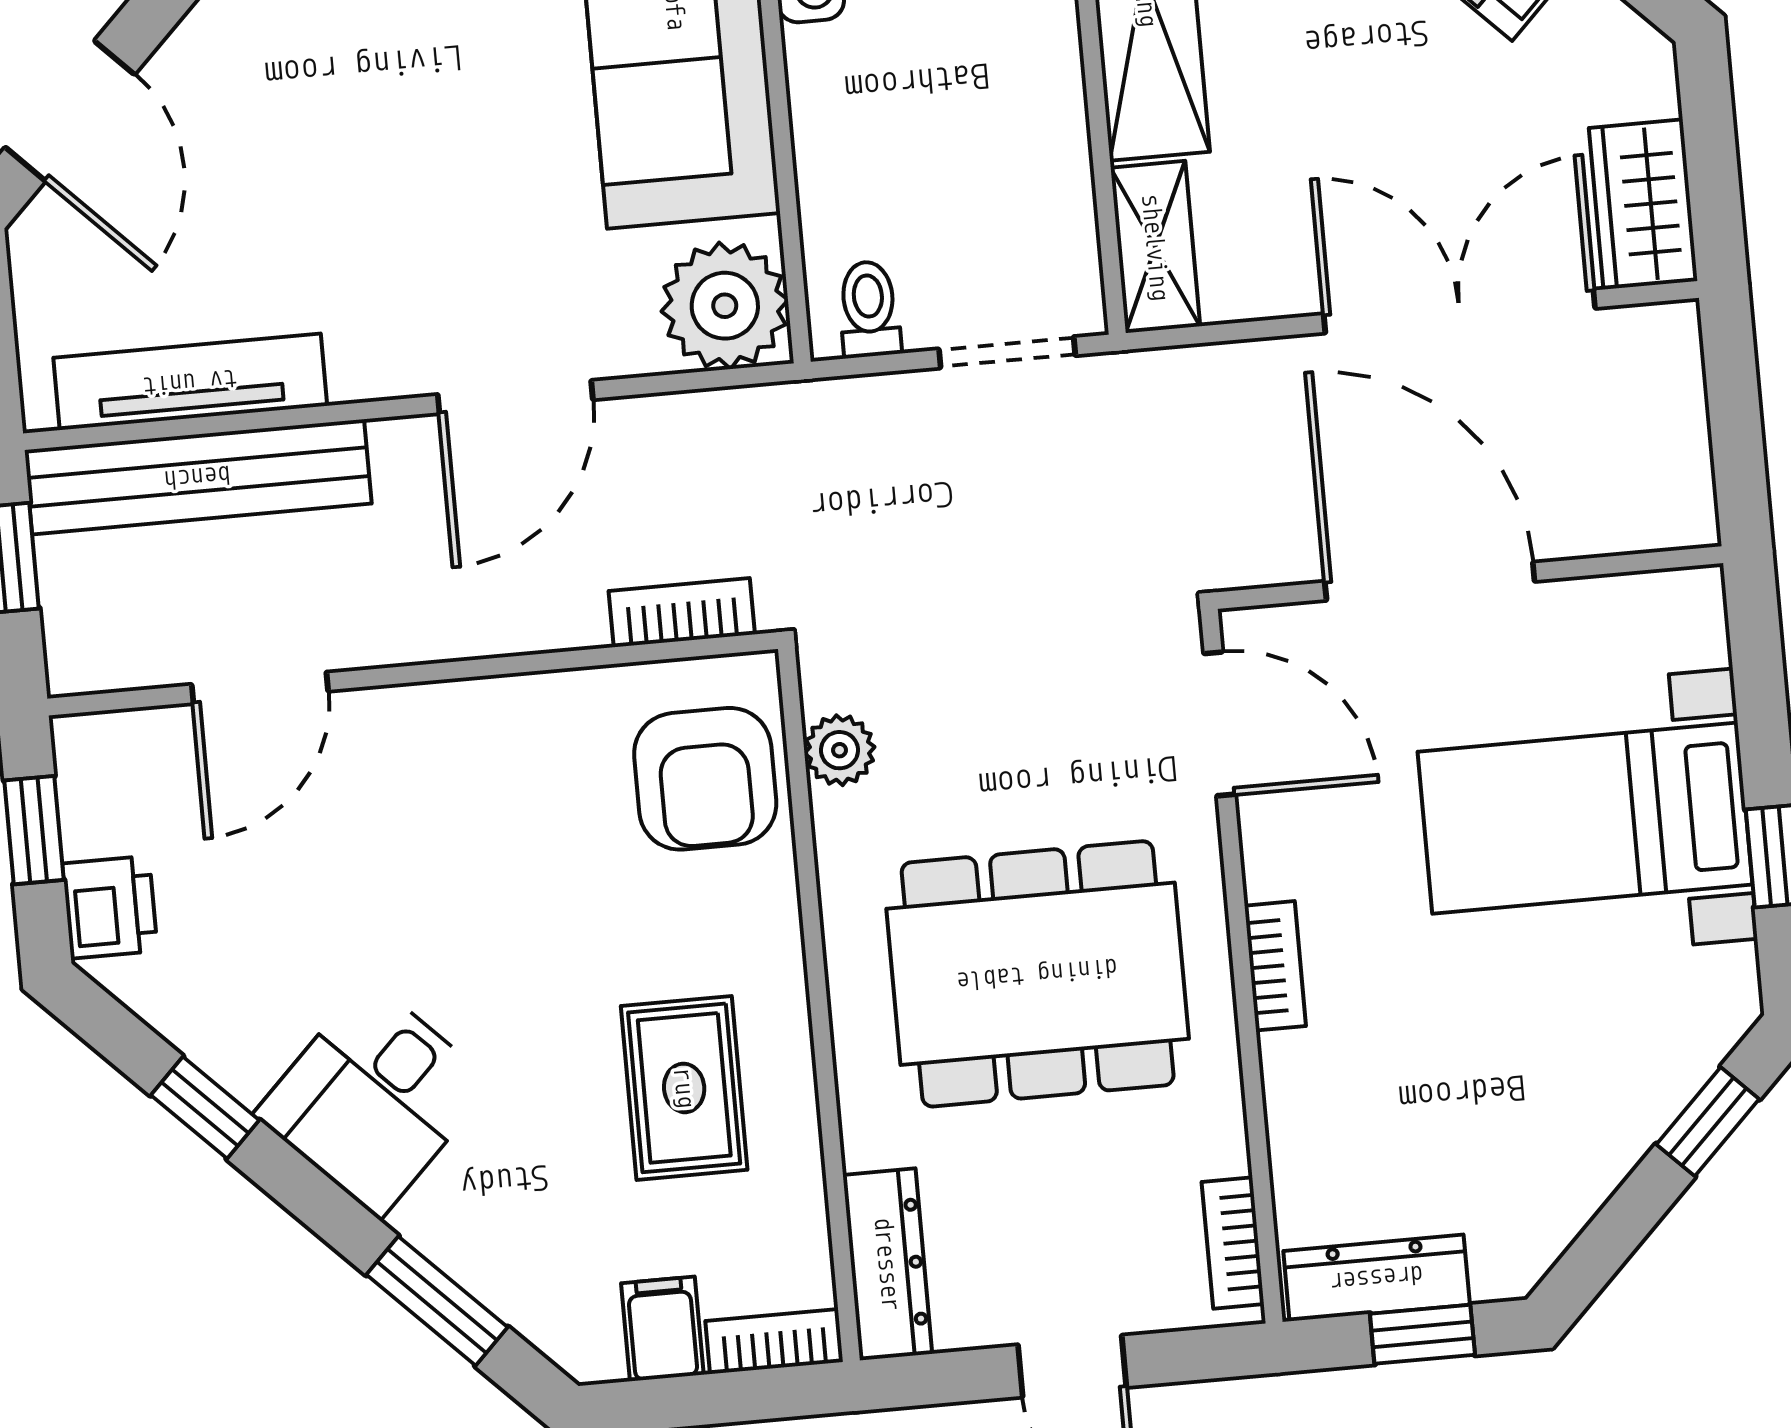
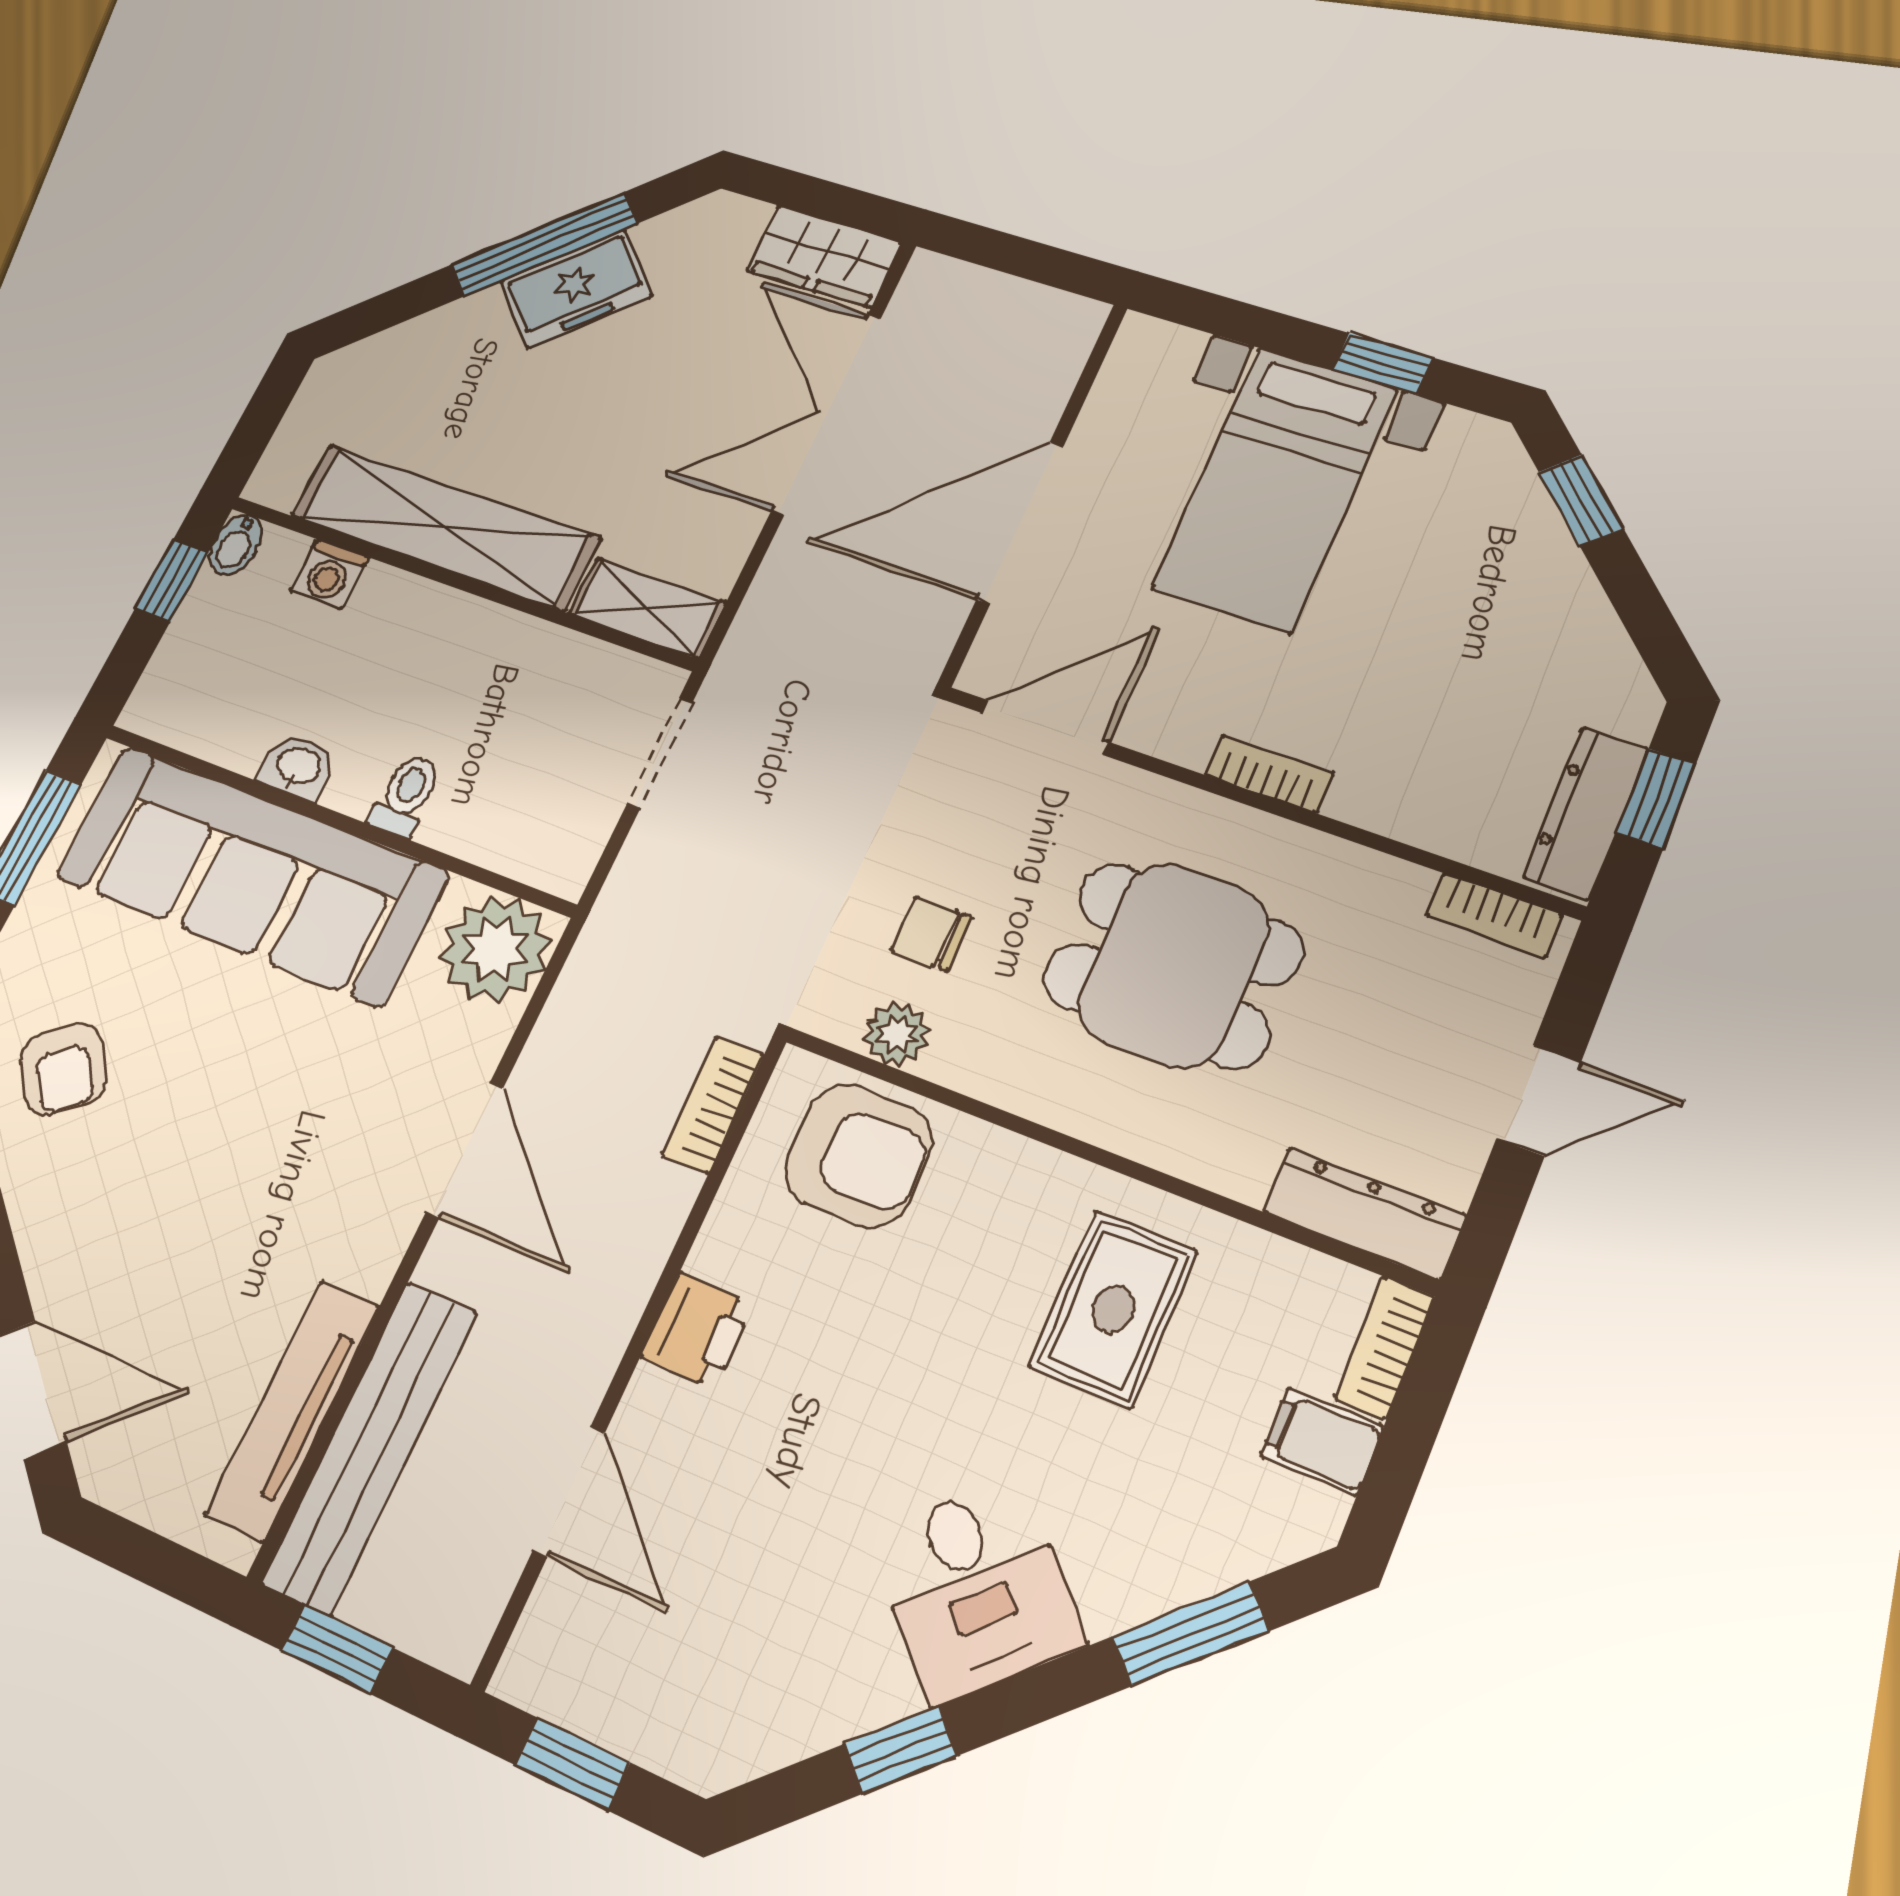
toilet: (869, 309) -> (406, 795), moved, turned 90
chair: (955, 729) -> (932, 934), added
printer: (110, 907) -> (697, 1331), moved, turned 90
dining table: (1038, 974) -> (1173, 965), width x0.73
rug: (684, 1088) -> (1113, 1309), turned 90

